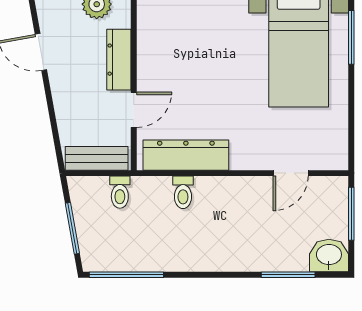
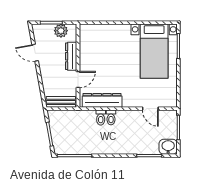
door: (291, 173) -> (150, 109), hinge flipped
toilet: (120, 192) -> (111, 117), moved

